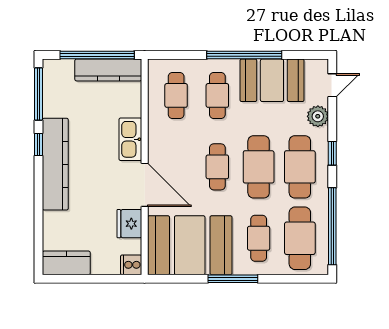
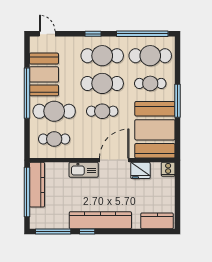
cafe table: (217, 95) -> (54, 111), width x1.37, depth x1.35
plant: (318, 116) -> (68, 44), removed
kitchen counter: (66, 263) -> (157, 221), moved, turned 90

